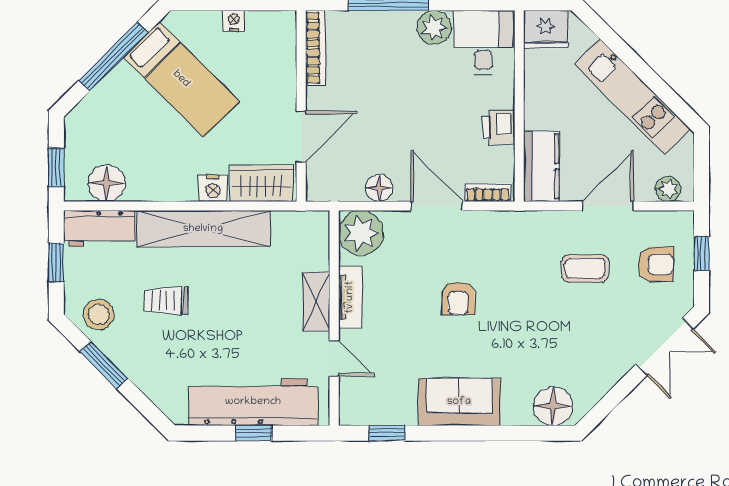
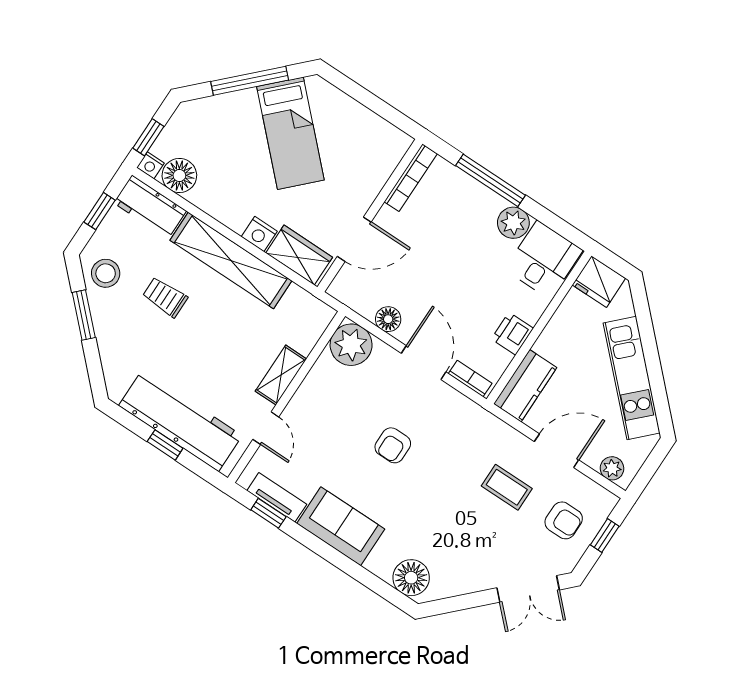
nightstand: (234, 21) -> (151, 165), moved, turned 180
tv unit: (350, 297) -> (277, 497), moved, turned -90

